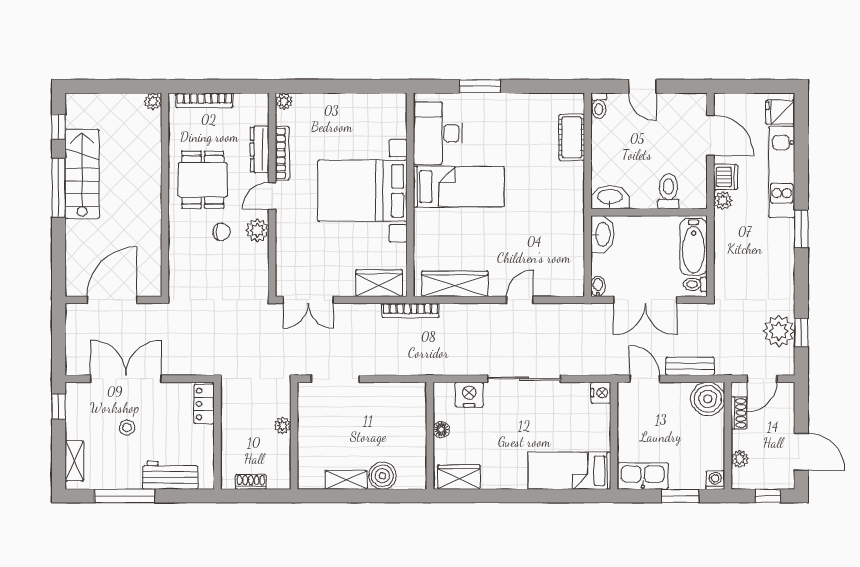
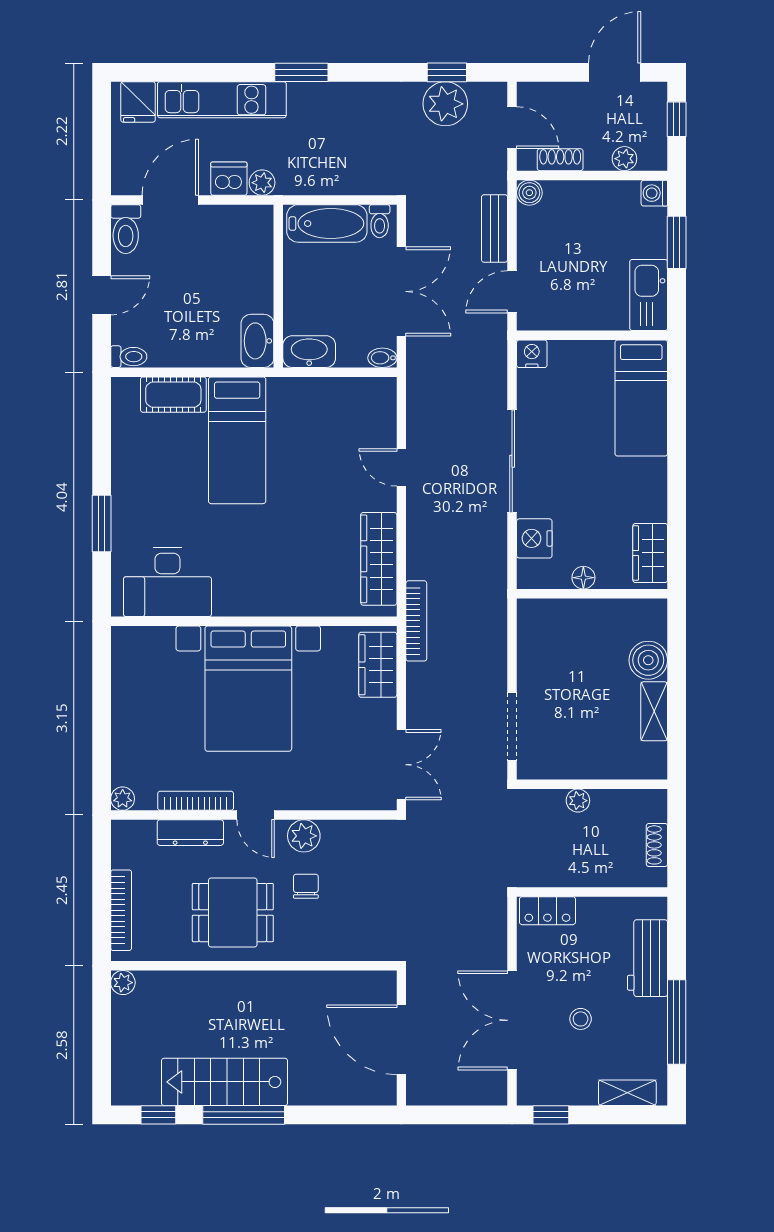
bed: (459, 187) -> (237, 440), moved, turned 180
toilet: (669, 191) -> (126, 229), moved, turned -90
boiler: (708, 399) -> (529, 193), width x0.54, depth x0.54

